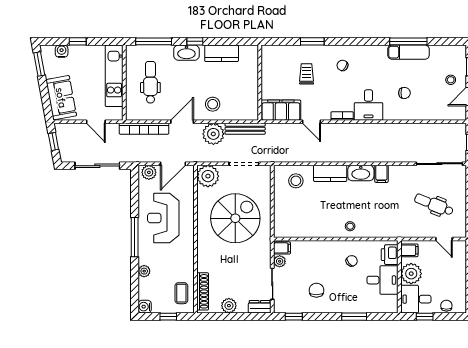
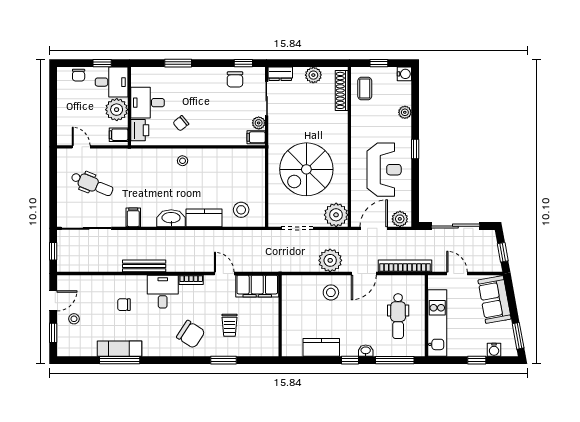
washbasin: (186, 53) -> (366, 351), width x0.52, depth x0.69
chair: (342, 65) -> (191, 334), width x1.87, depth x1.87
bench: (245, 129) -> (144, 266), moved
filing cabinet: (381, 174) -> (133, 217), moved
window: (135, 237) -> (415, 149), width x0.46
chair: (316, 290) -> (235, 79), moved

